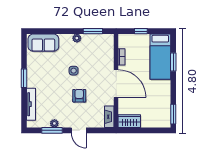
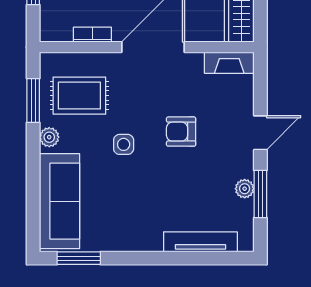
sofa: (43, 43) -> (60, 201), width x1.36
rug: (95, 51) -> (79, 96), added
window: (24, 78) -> (79, 258), moved

